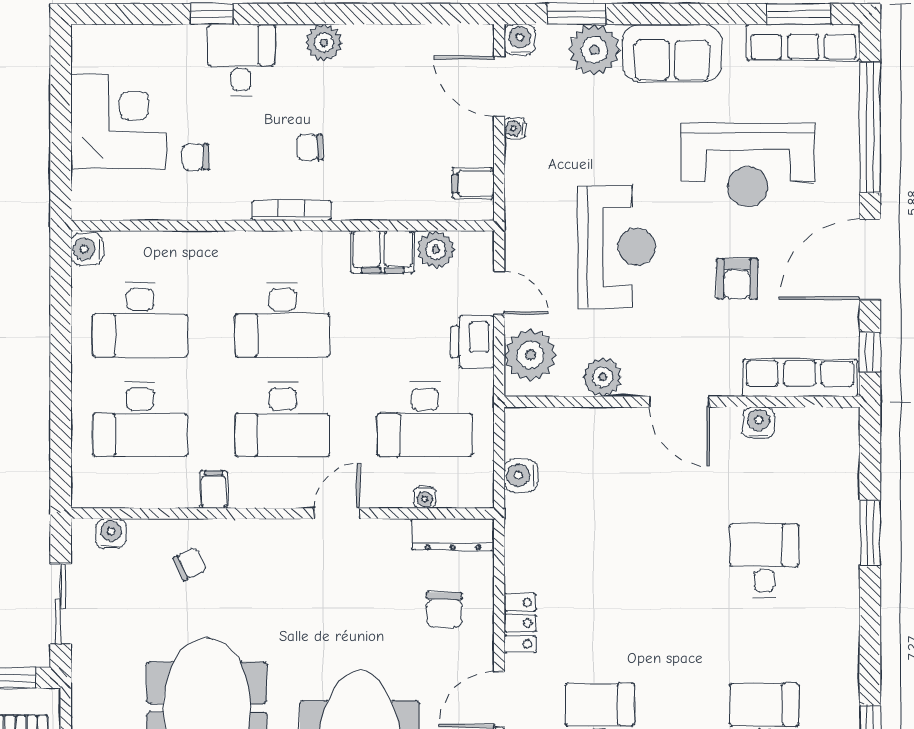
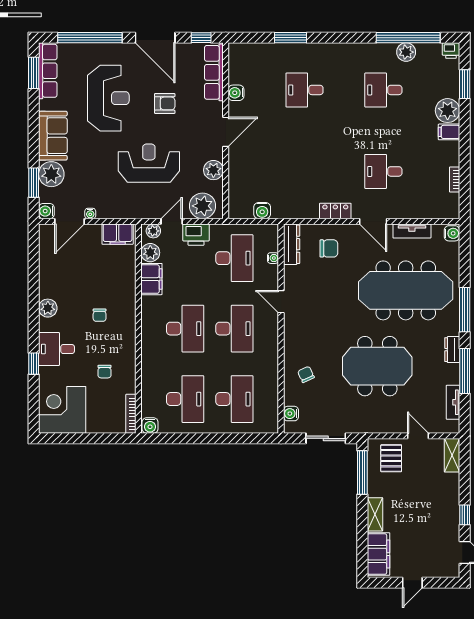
corner desk: (118, 122) -> (62, 410), moved
filing cabinet: (473, 183) -> (118, 234), width x2.00
bookcase: (292, 210) -> (131, 414), moved
plant: (480, 256) -> (153, 231), added
filing cabinet: (214, 489) -> (269, 363), removed

